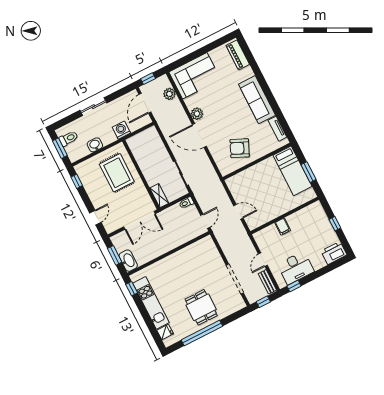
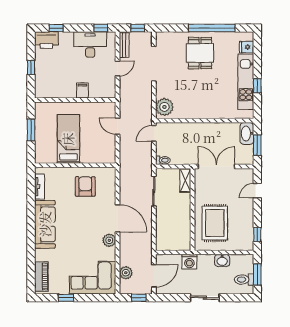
window: (208, 48) -> (66, 298), added
armchair: (240, 148) -> (85, 186), turned -114
bed: (292, 171) -> (68, 139), moved
plant: (208, 248) -> (164, 107), added
window: (331, 267) -> (56, 28), added
window: (132, 289) -> (257, 86), moved

